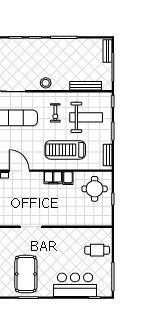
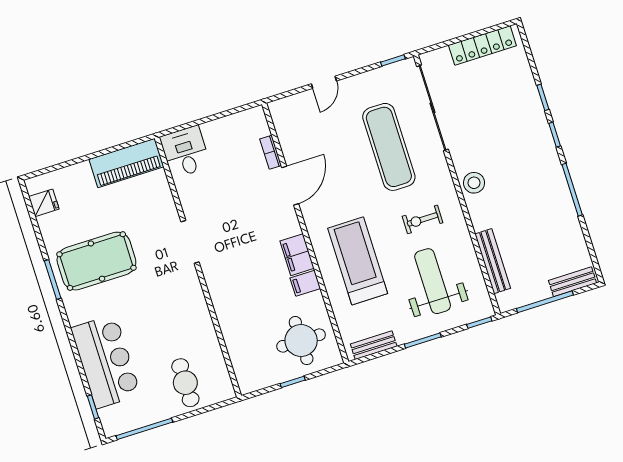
weight bench: (86, 117) -> (433, 281), turned 180

